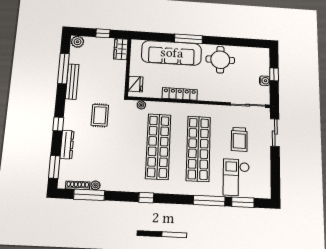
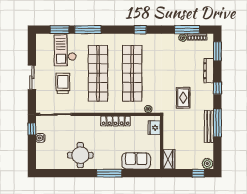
window: (103, 33) -> (198, 173), moved
sofa: (172, 53) -> (136, 161), width x0.54, depth x0.79
window: (63, 68) -> (217, 123), moved
window: (274, 74) -> (32, 129), moved
sliding door: (275, 133) -> (32, 77), moved
checkout: (236, 177) -> (65, 50), turned 180

